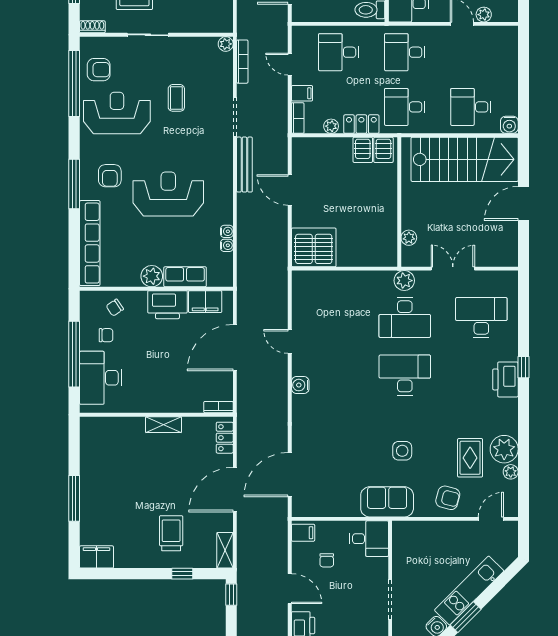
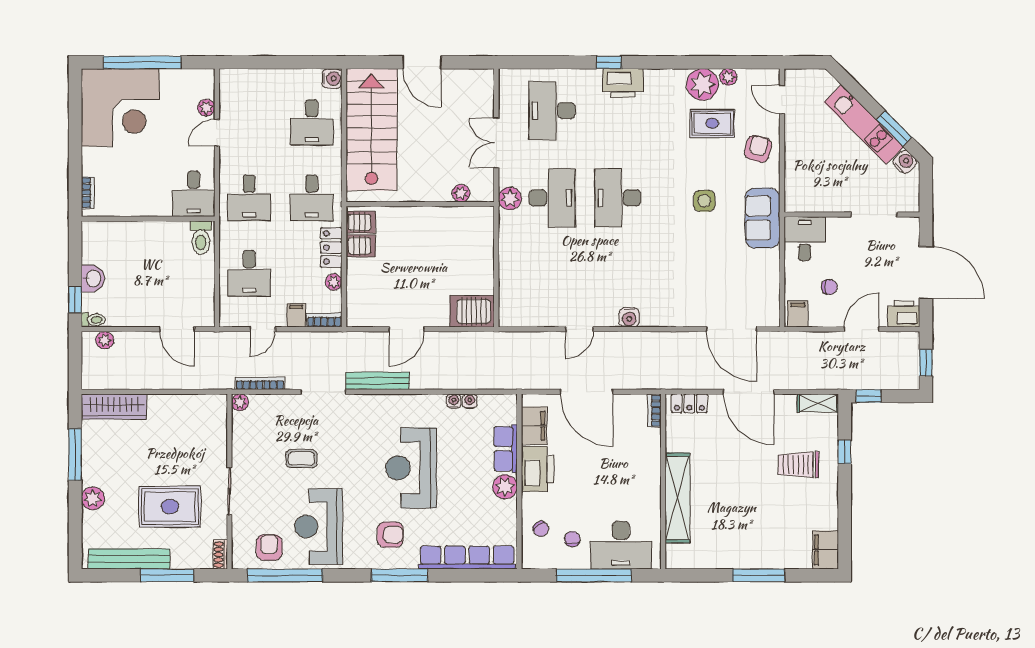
server rack: (314, 247) -> (472, 311), width x0.62
shelving: (163, 425) -> (678, 498), width x2.20, depth x1.33

